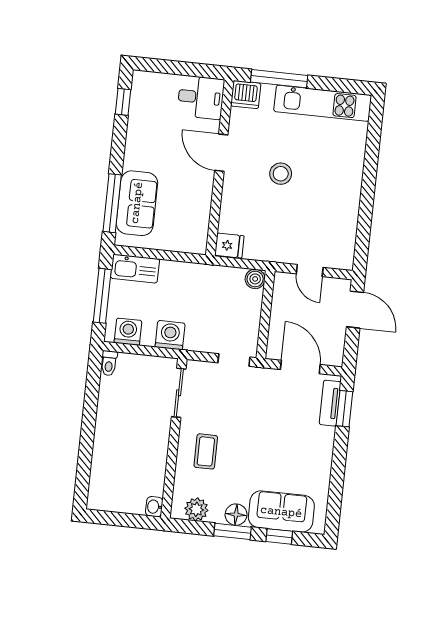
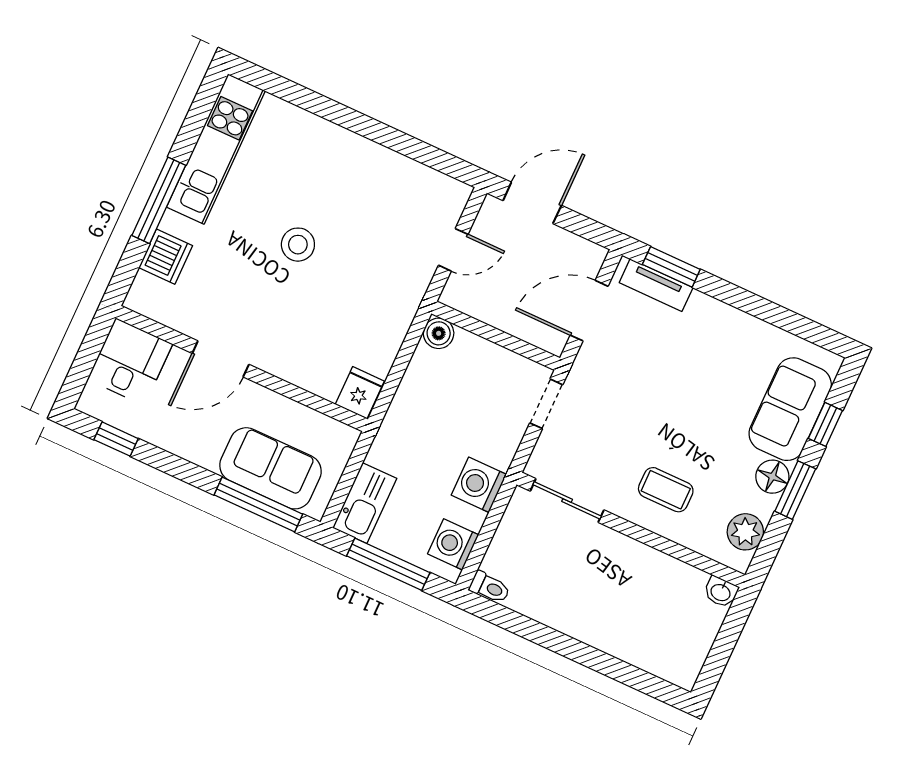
desk: (201, 97) -> (130, 362), moved
door: (221, 153) -> (221, 359), moved
wall: (220, 168) -> (242, 369), moved
fridge: (229, 246) -> (360, 393), moved

